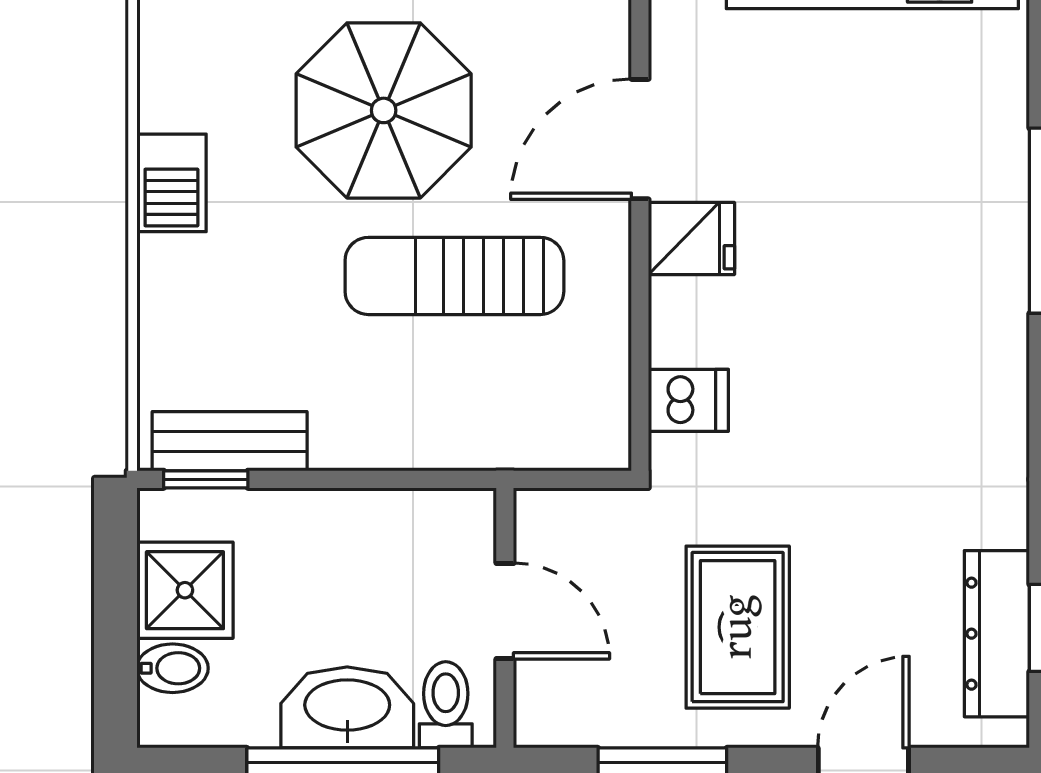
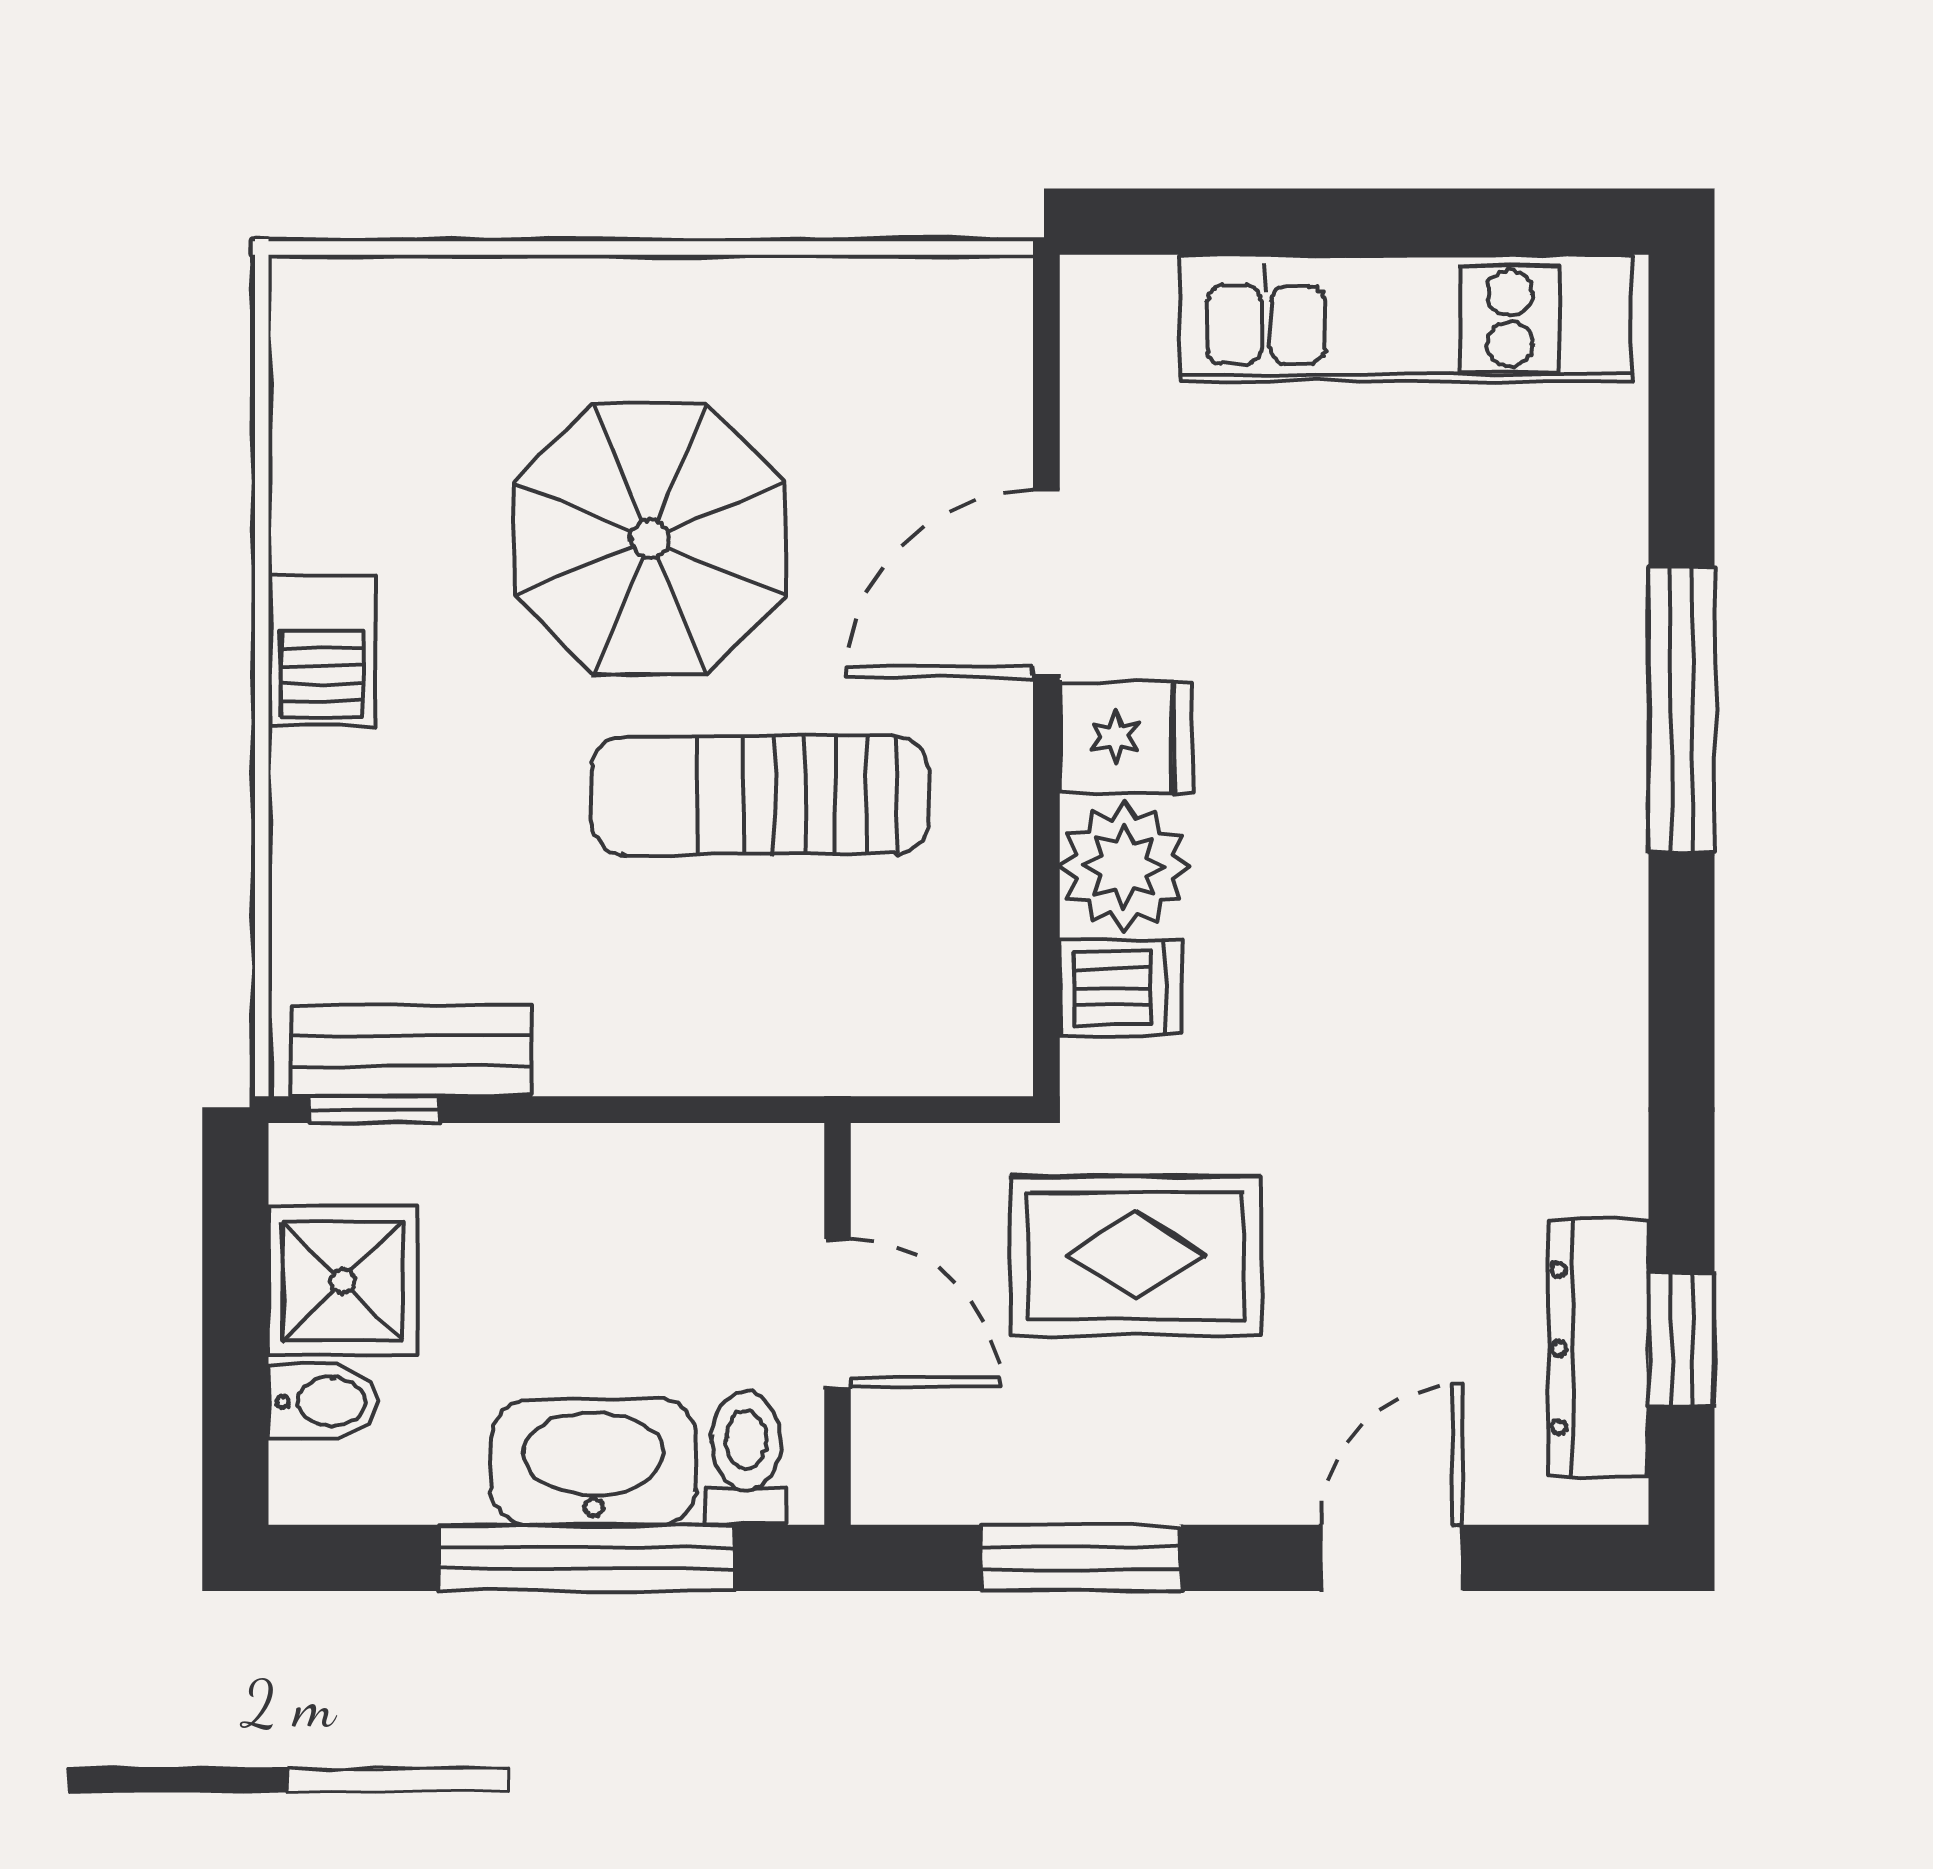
plant: (690, 322) -> (1124, 866), added
rug: (738, 627) -> (1136, 1256), moved, turned 90

